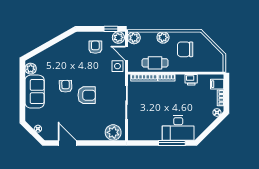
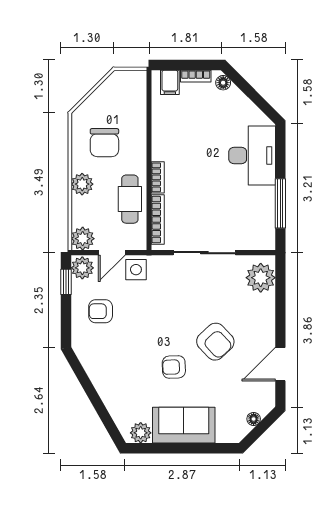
printer: (191, 80) -> (162, 131), removed
armchair: (87, 95) -> (215, 342), moved, turned 137
window: (172, 143) -> (280, 203), moved

